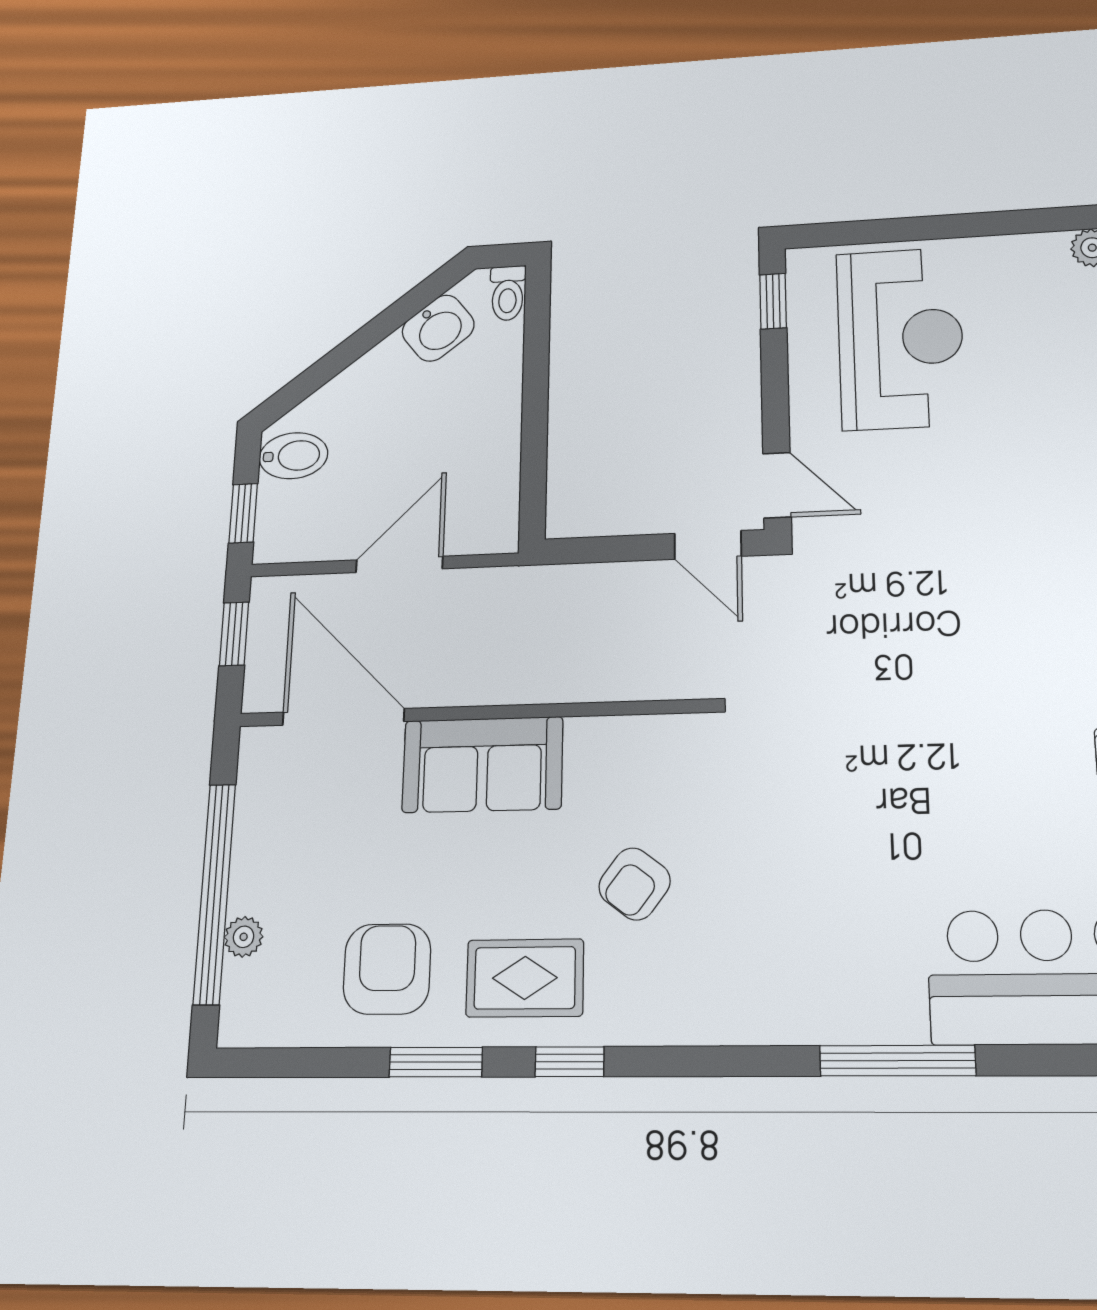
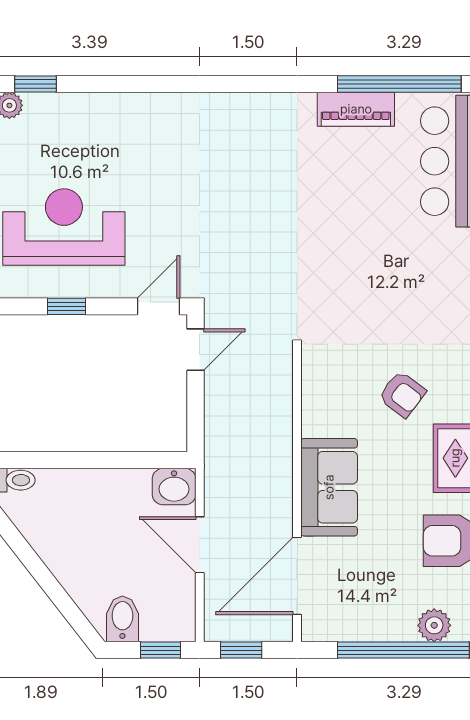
window: (773, 301) -> (66, 306), moved
washbasin: (438, 328) -> (174, 487), moved, turned 128
plant: (244, 937) -> (434, 625), width x1.38, depth x1.38

